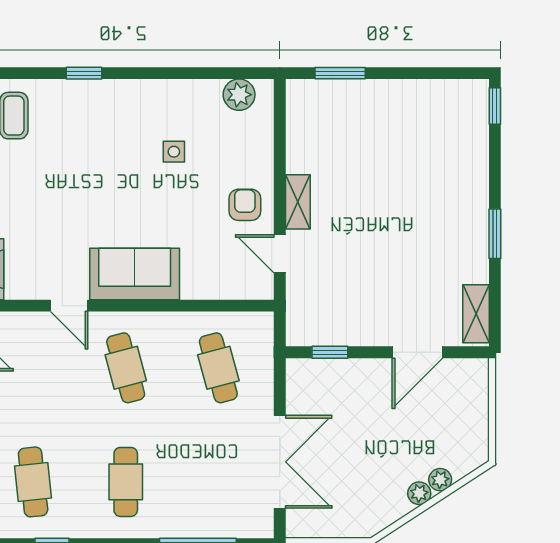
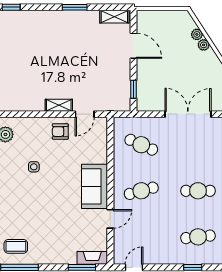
cafe table: (218, 368) -> (141, 145), turned 39

